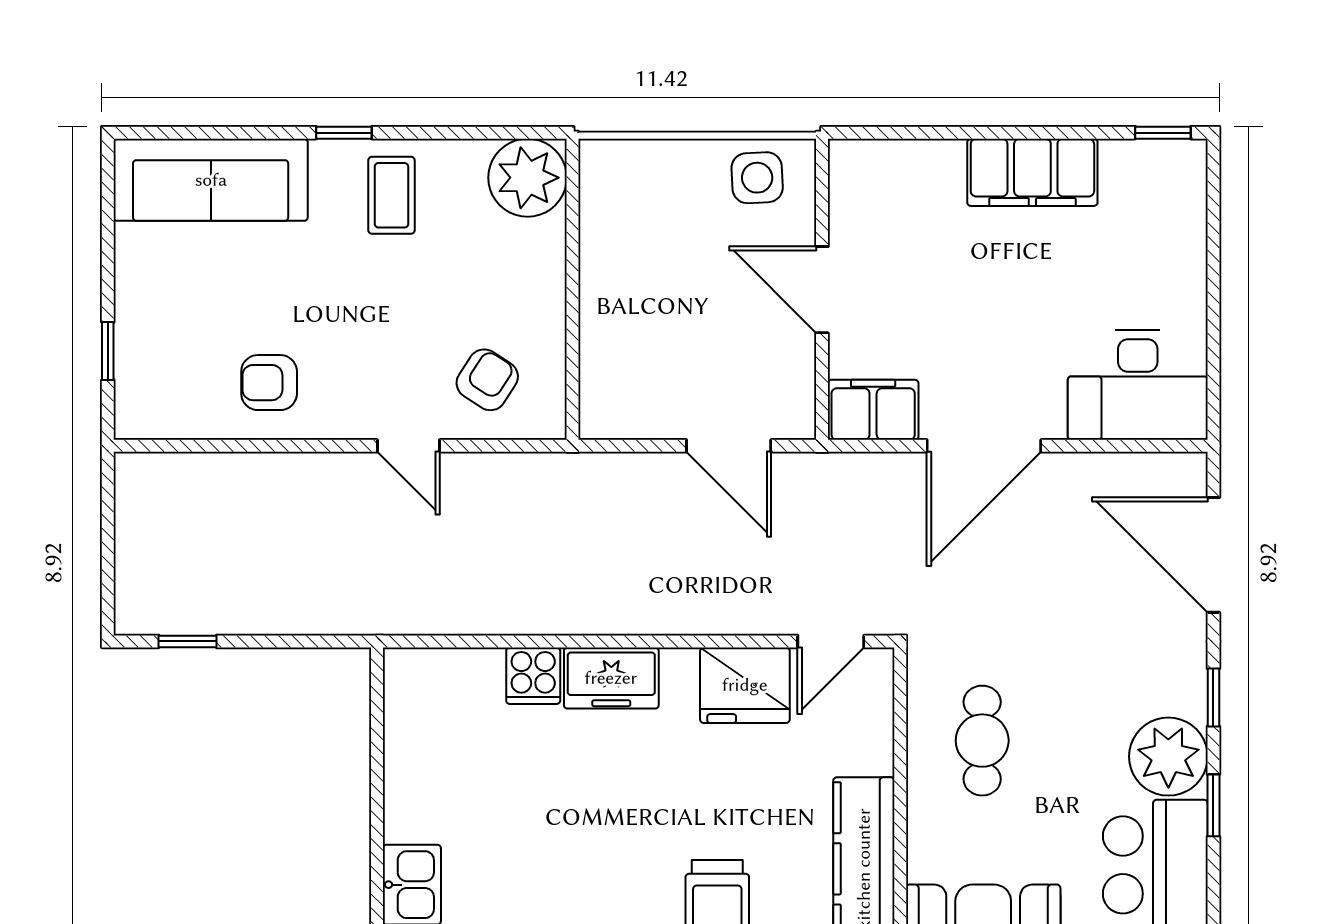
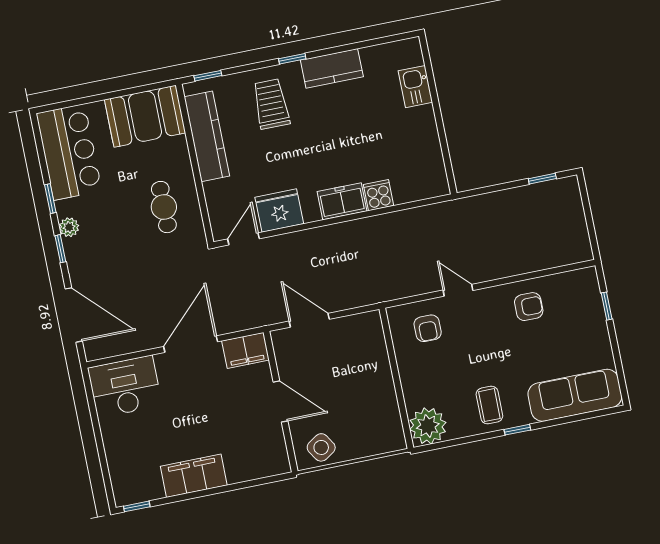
side table: (757, 178) -> (321, 447), turned -30
armchair: (487, 380) -> (428, 328), turned -33
plant: (1168, 757) -> (69, 227), width x0.53, depth x0.53

